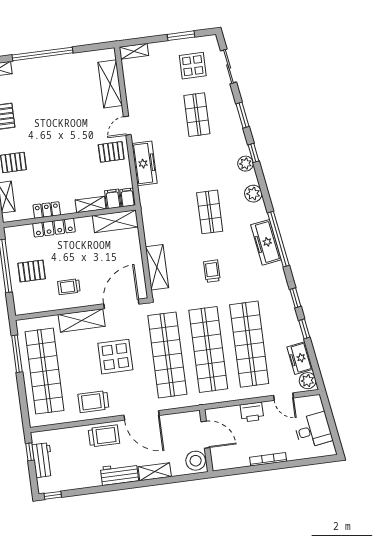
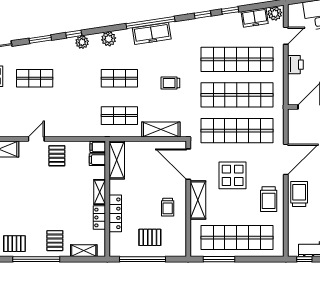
door: (127, 126) -> (36, 139), swing flipped
freezer: (144, 163) -> (70, 129), removed
shelving: (91, 205) -> (100, 192), moved
shop shelf: (167, 218) -> (119, 116), added
pallet: (32, 271) -> (150, 237), turned 90

